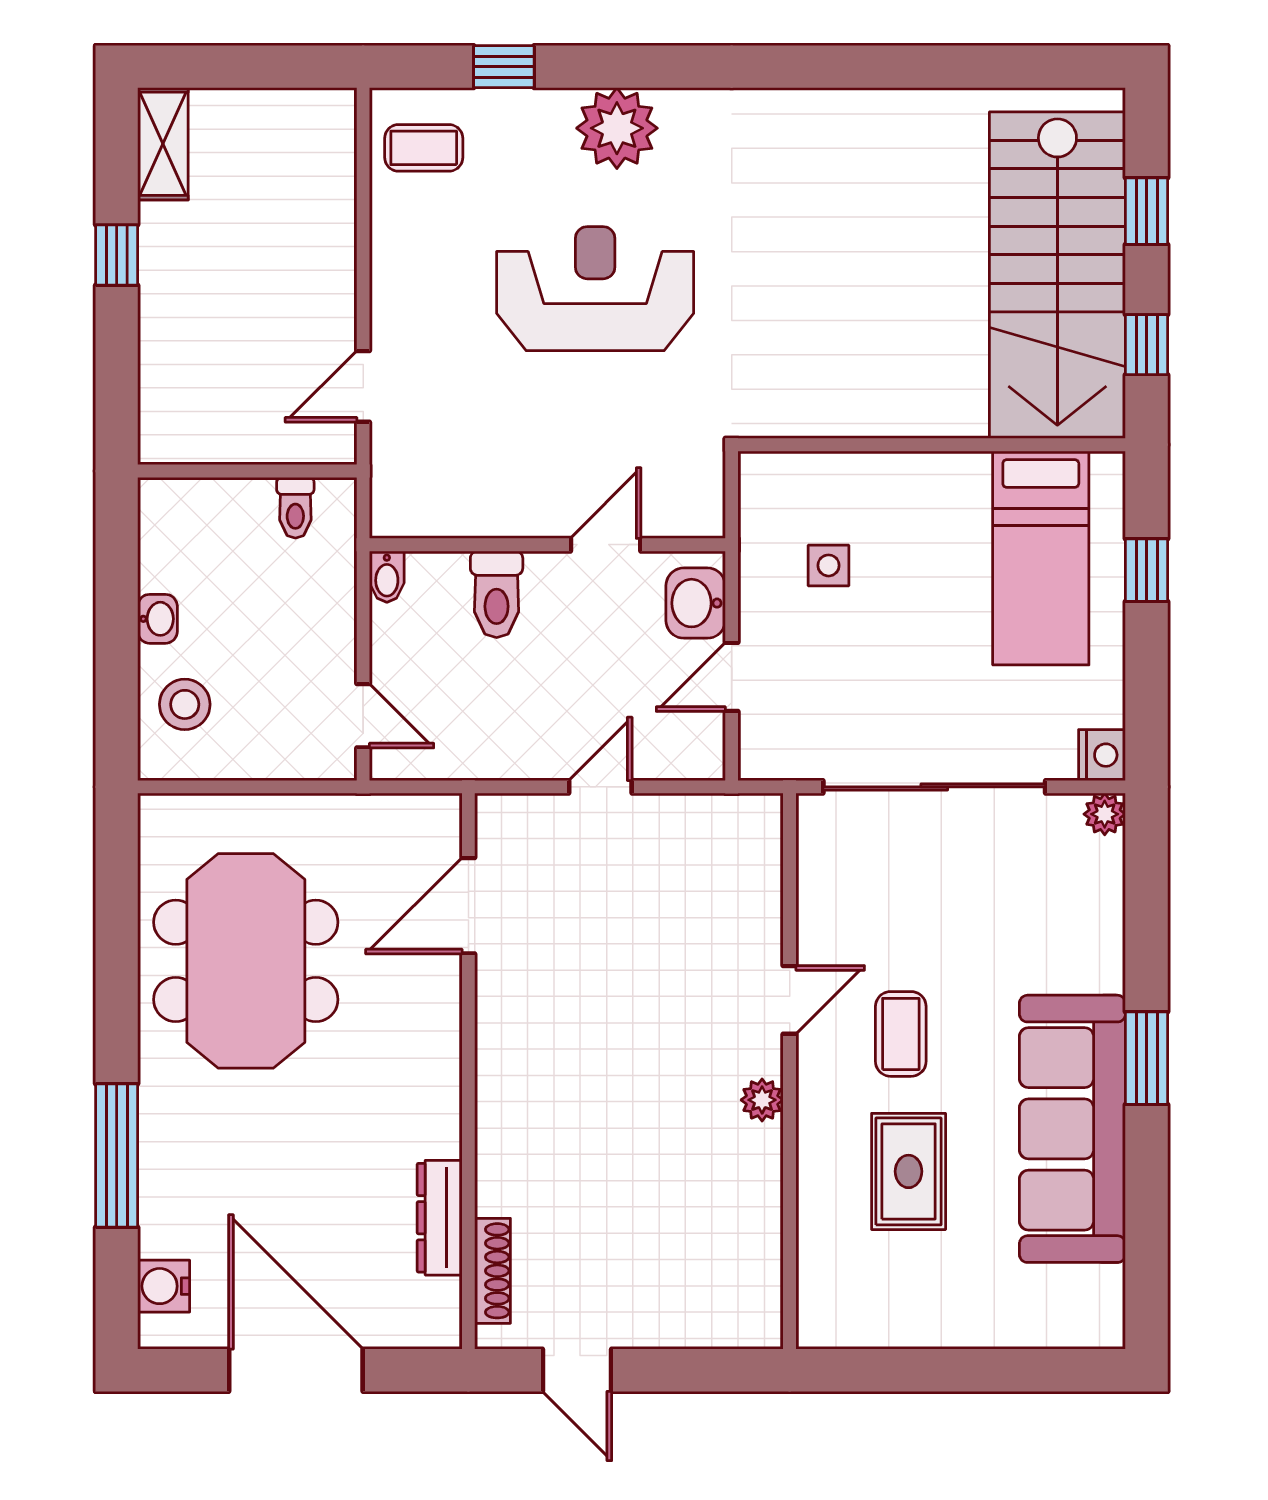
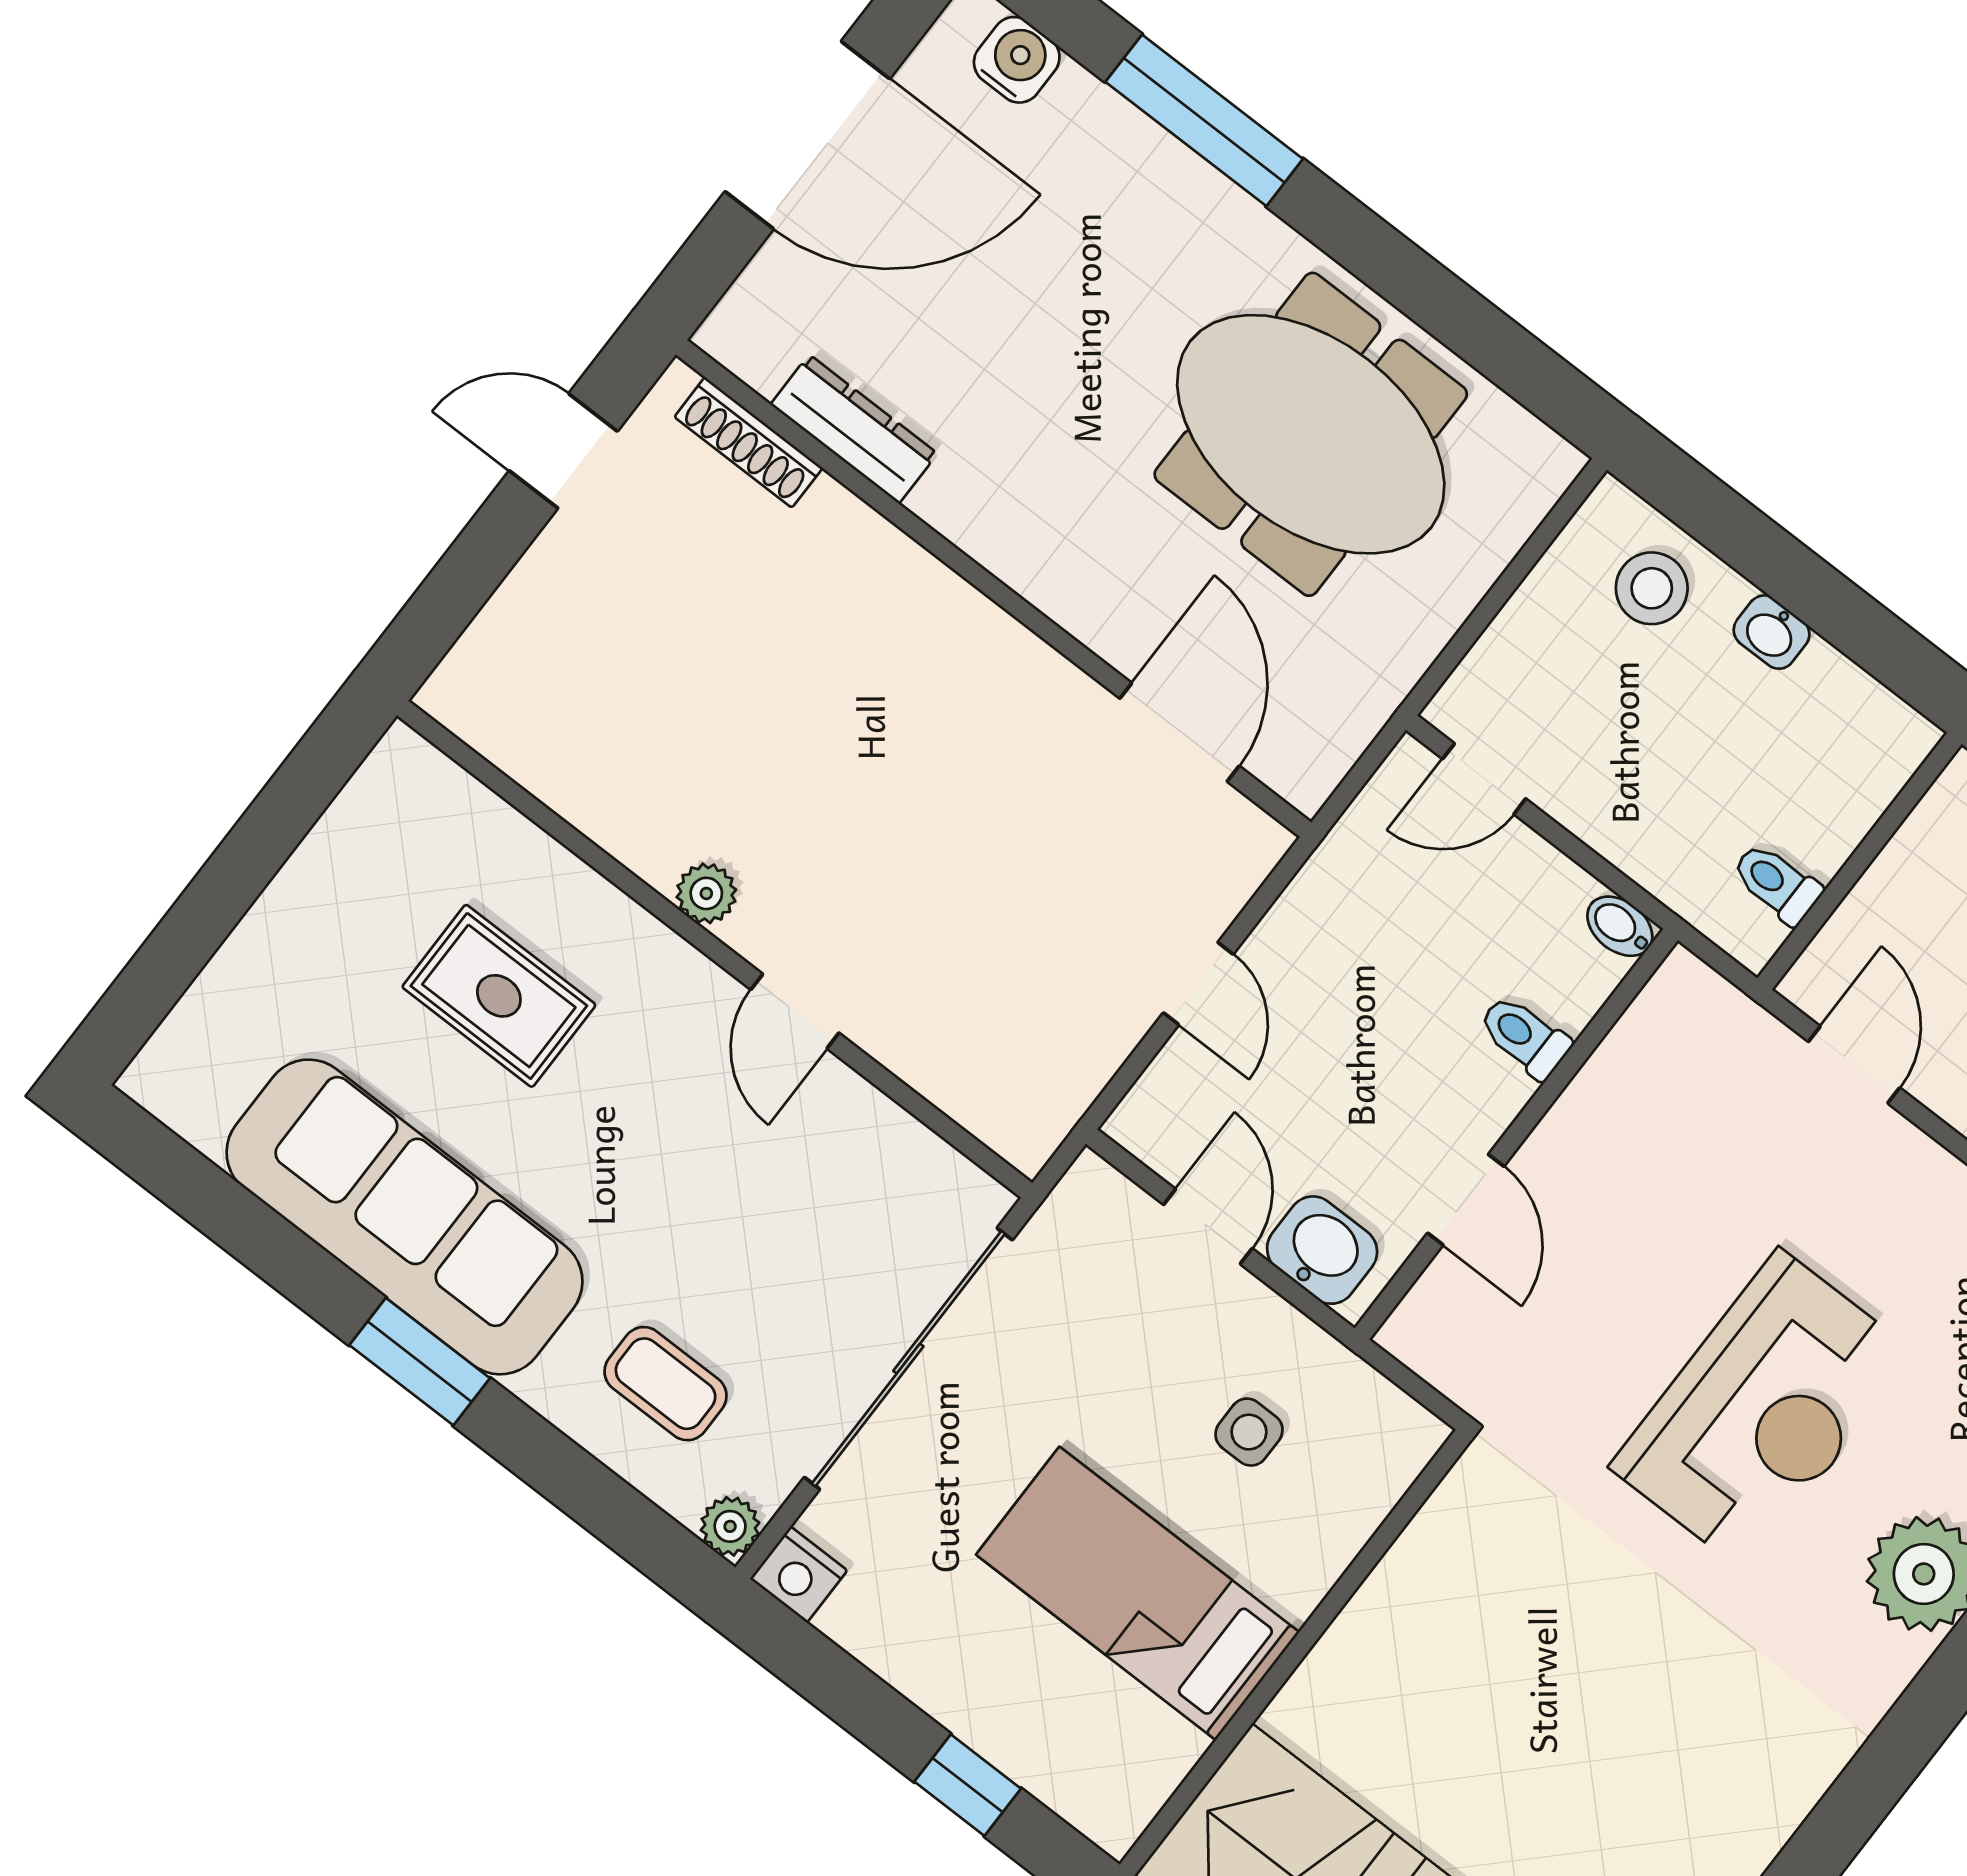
bed: (1041, 558) -> (1138, 1593), moved
toilet: (497, 594) -> (1524, 1037), width x0.73, depth x0.72
coffee table: (901, 1034) -> (666, 1384), moved

